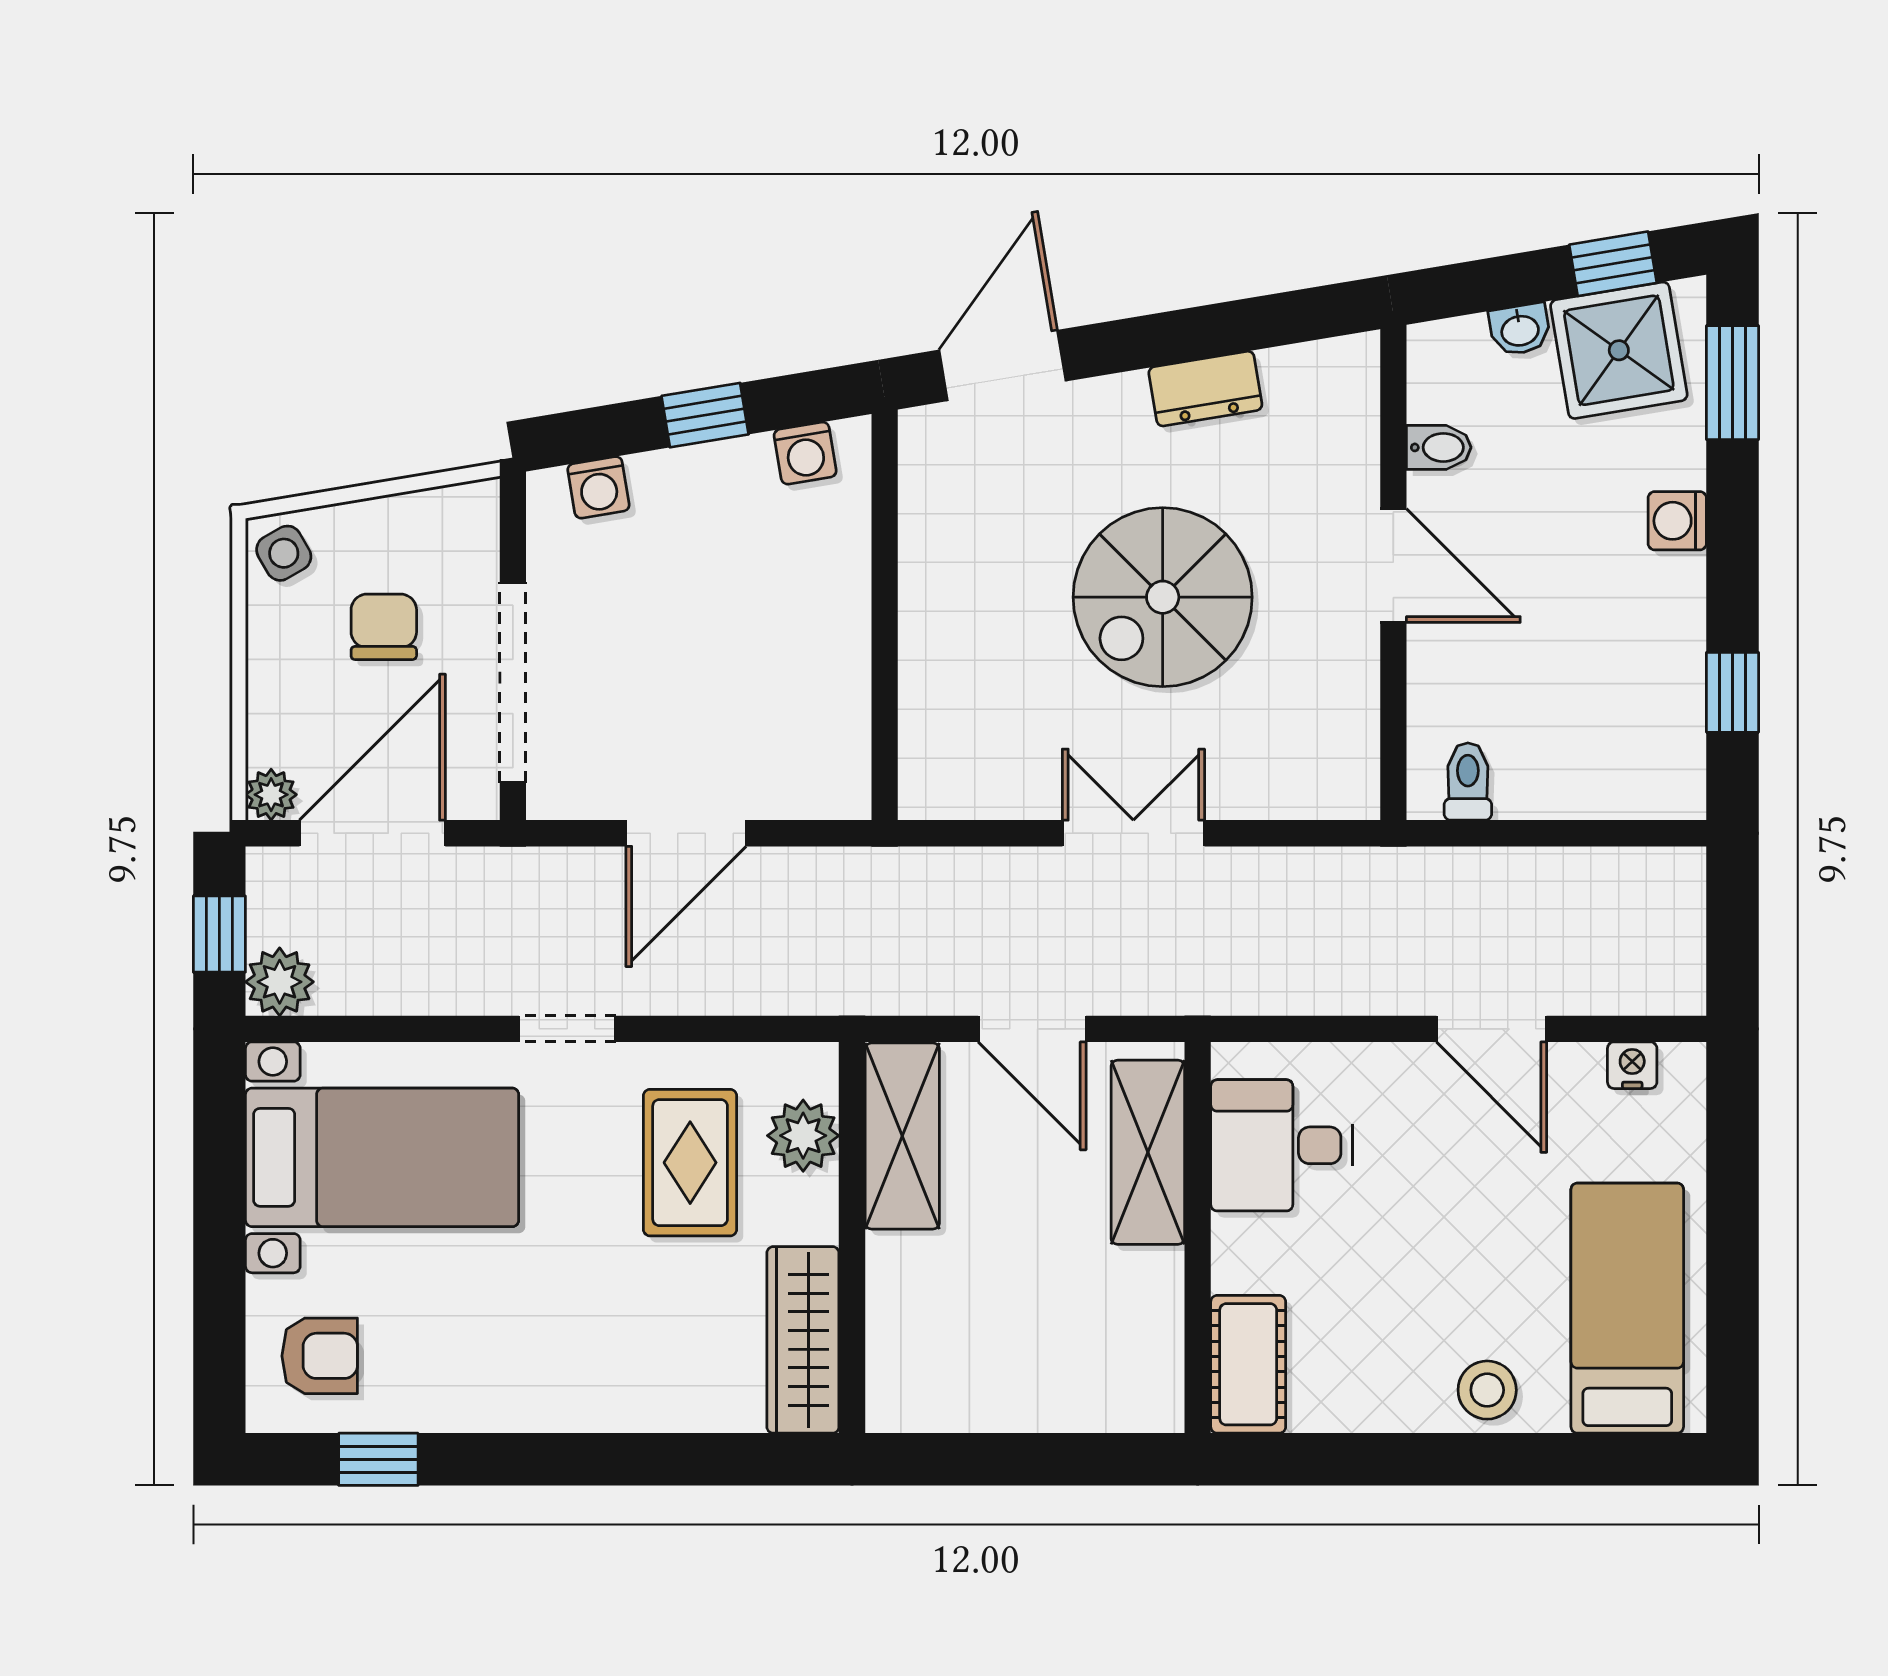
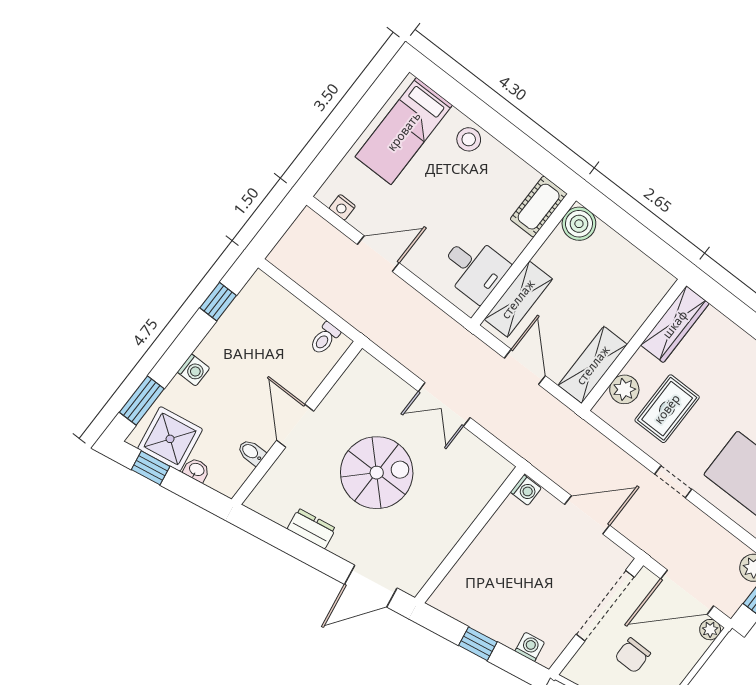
washing machine: (805, 453) -> (526, 490), moved, turned 99
door: (1491, 1029) -> (378, 254), hinge flipped
boiler: (1143, 1392) -> (579, 224), added

